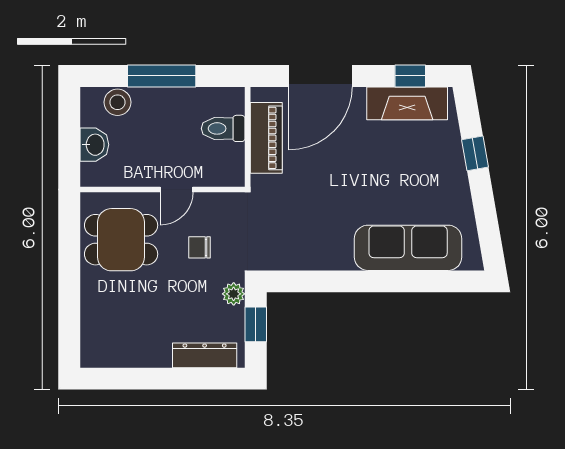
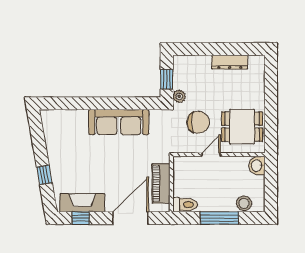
toilet: (223, 128) -> (185, 205), moved
washbasin: (94, 145) -> (257, 166), moved
chair: (199, 247) -> (198, 122), width x1.87, depth x1.87
sofa: (408, 248) -> (119, 122), moved
dresser: (205, 355) -> (230, 62), moved

